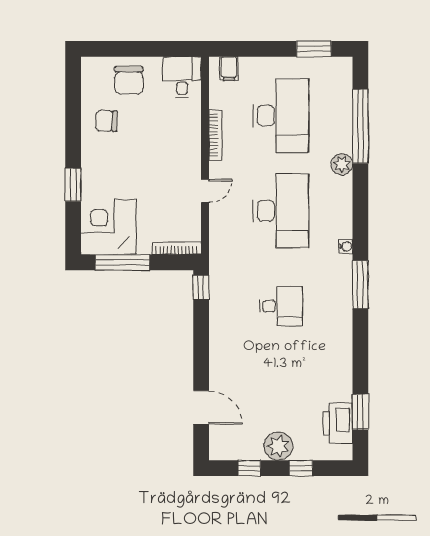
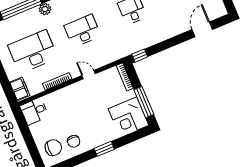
filing cabinet: (229, 69) -> (20, 89), width x2.00
chair: (129, 80) -> (53, 148), moved
window: (73, 185) -> (104, 149), moved
desk: (281, 211) -> (82, 31), width x0.73, depth x0.77

